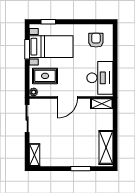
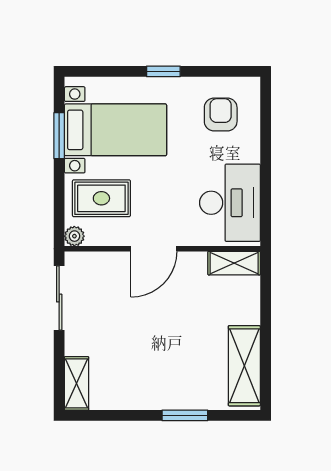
window: (48, 22) -> (163, 71), moved

